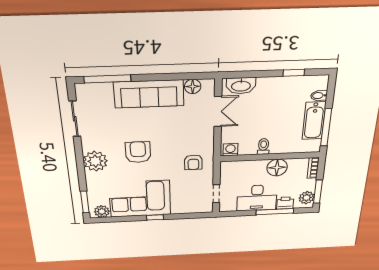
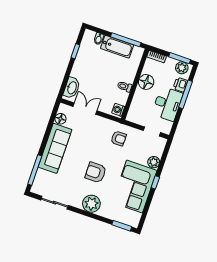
plant: (102, 211) -> (154, 162), moved

